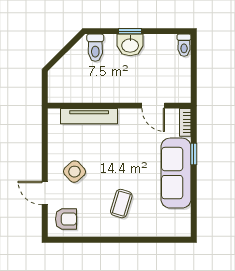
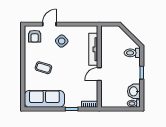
washbasin: (130, 45) -> (134, 91), moved
door: (153, 106) -> (99, 74), moved
sofa: (176, 173) -> (44, 99), moved

